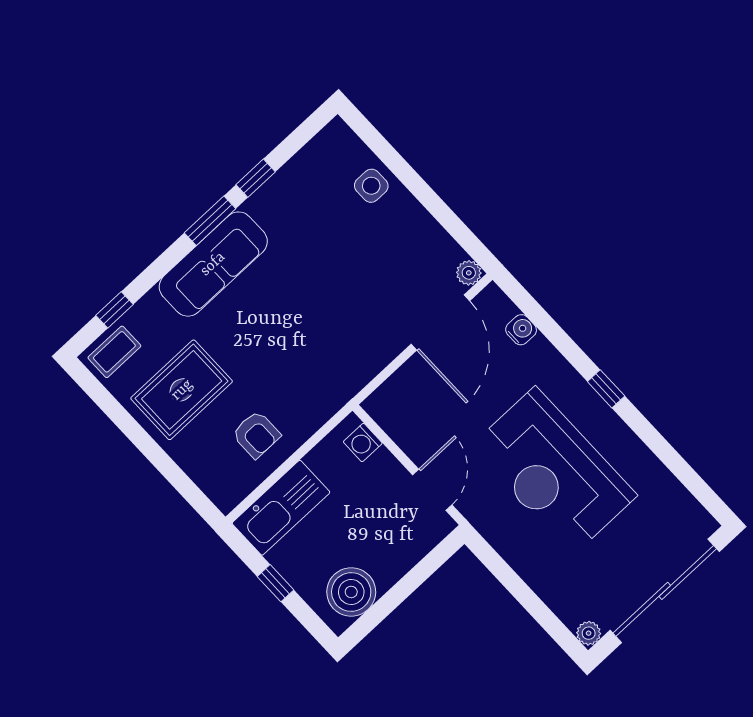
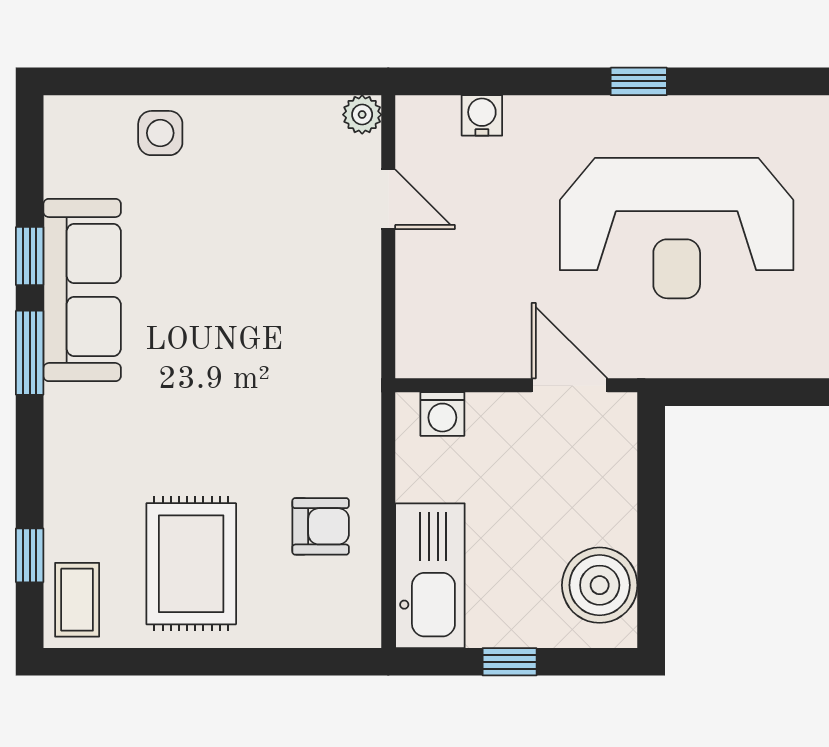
sofa: (213, 264) -> (82, 290), moved
door: (440, 322) -> (388, 199), width x0.53

